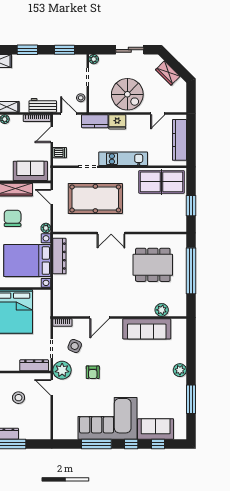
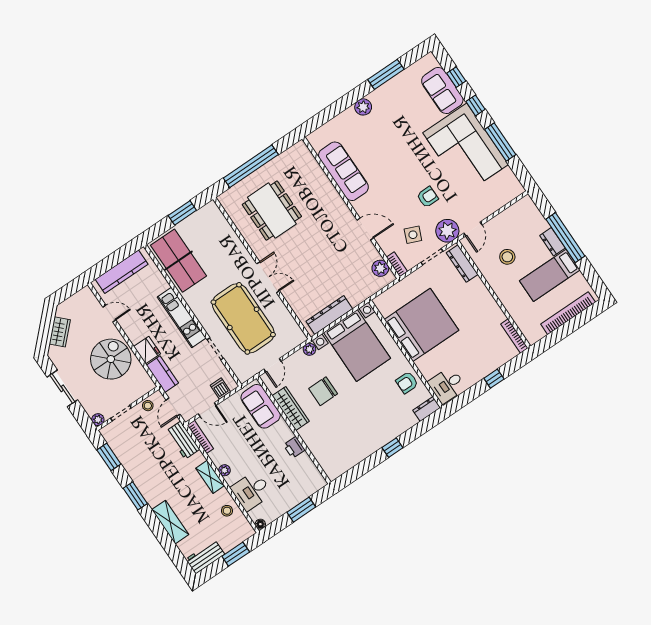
plant: (162, 310) -> (380, 268), moved

